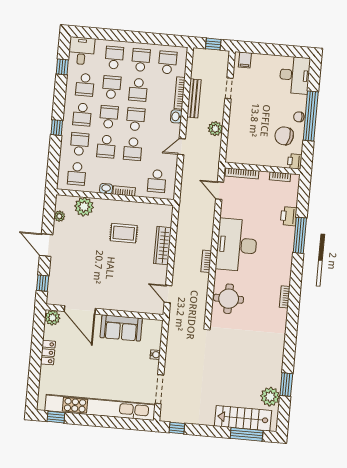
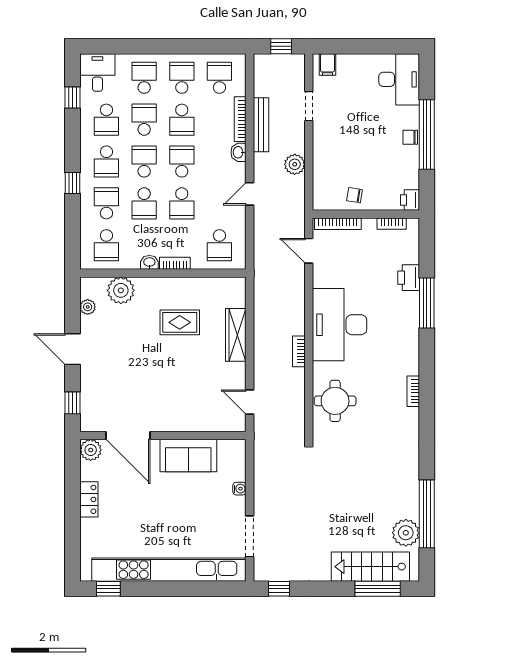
chair: (284, 136) -> (355, 195), moved, width x0.54, depth x0.54
window: (286, 385) -> (427, 514), width x2.11

